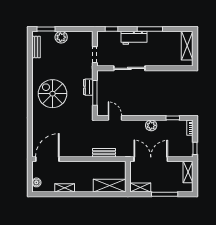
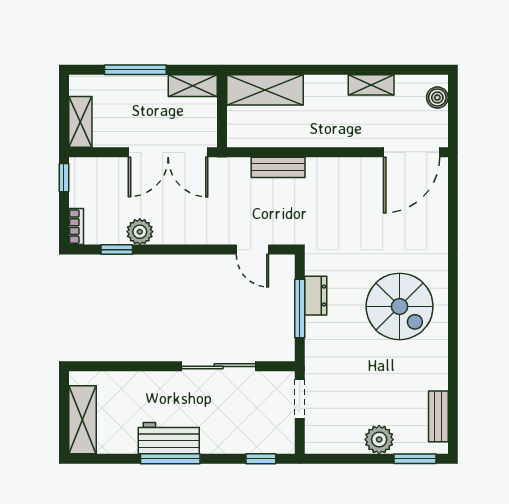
workbench: (134, 38) -> (169, 438), moved
dresser: (88, 87) -> (316, 296), moved
plant: (151, 125) -> (140, 232), moved

